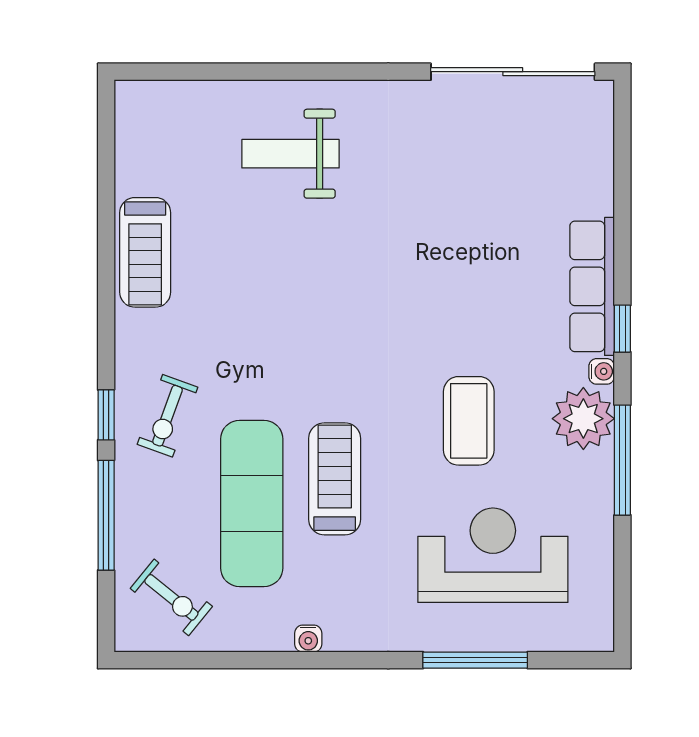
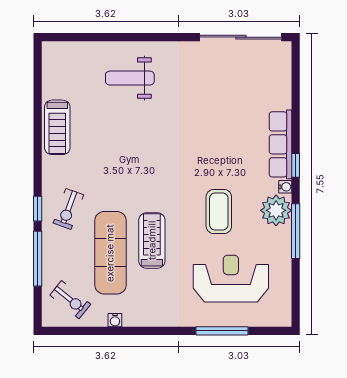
water cooler: (308, 639) -> (115, 320), moved

